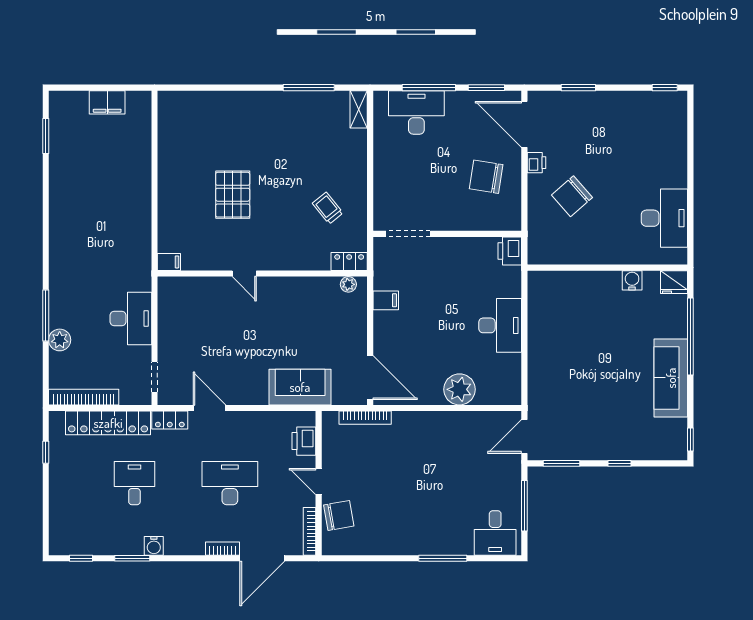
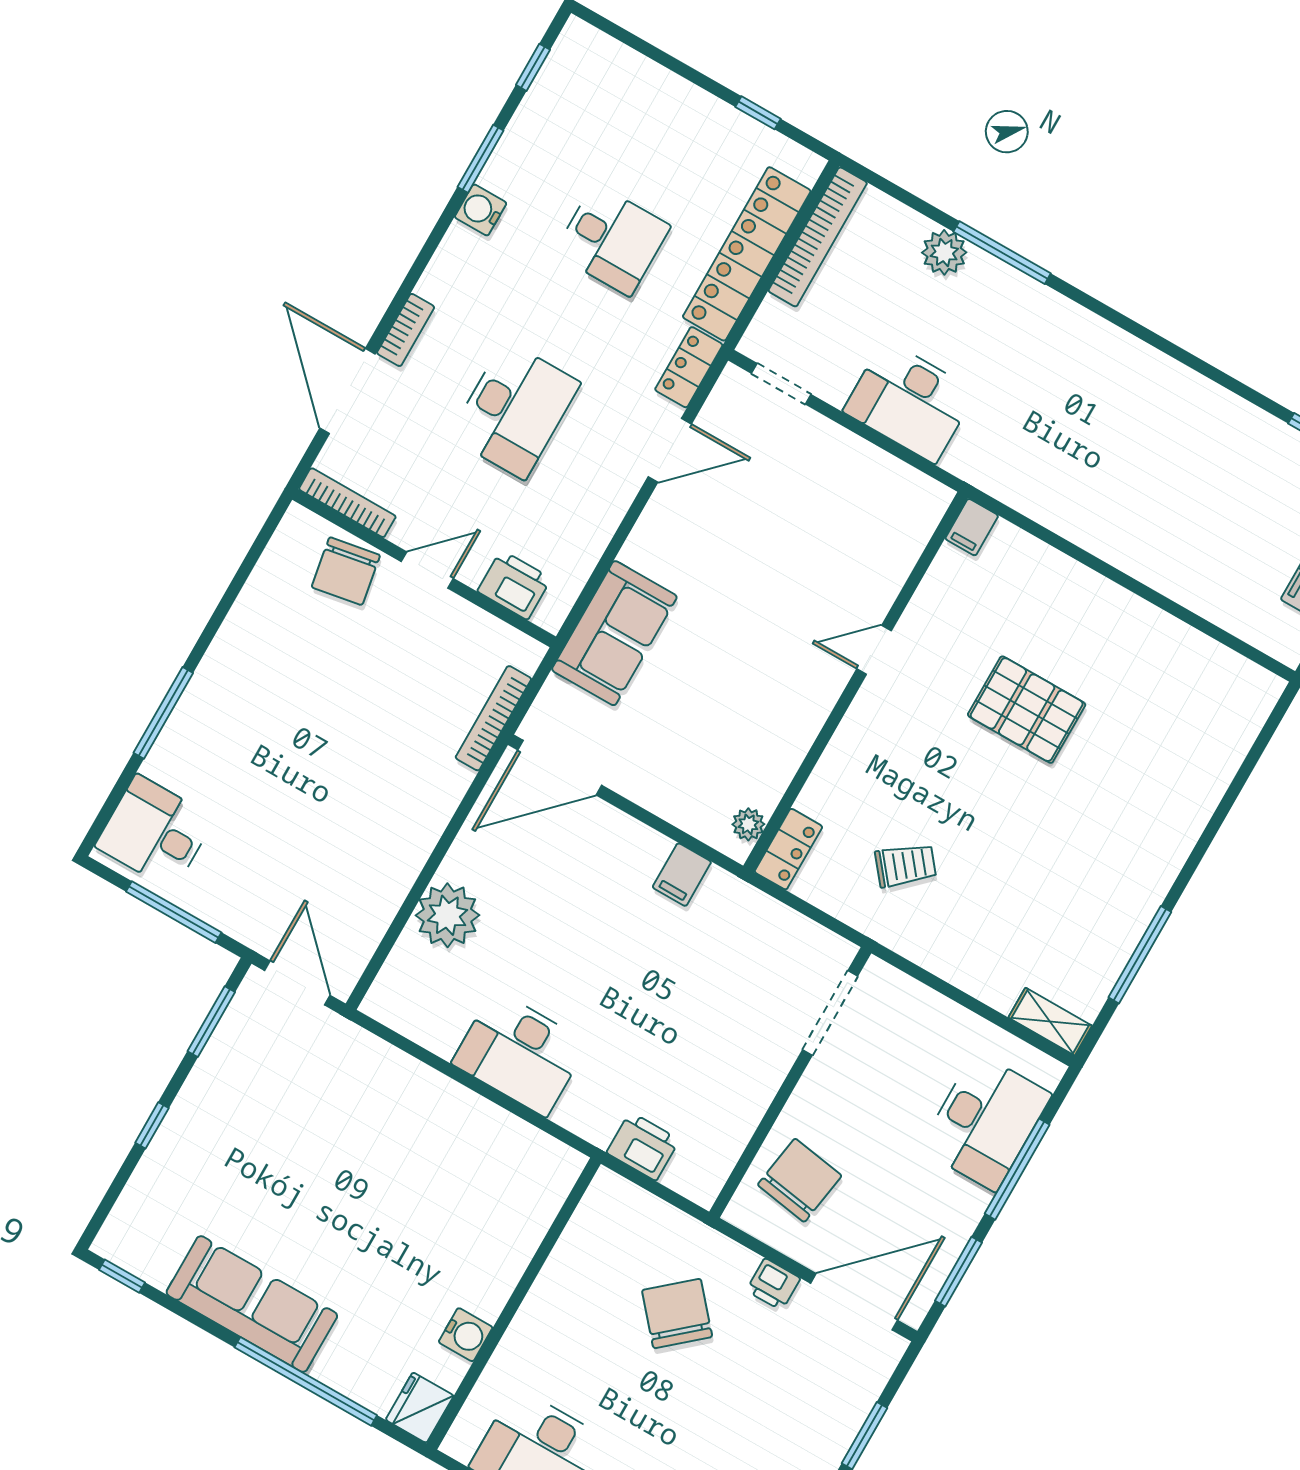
doorway: (408, 234) -> (830, 1013), moved
wall: (447, 234) -> (790, 1082), moved

